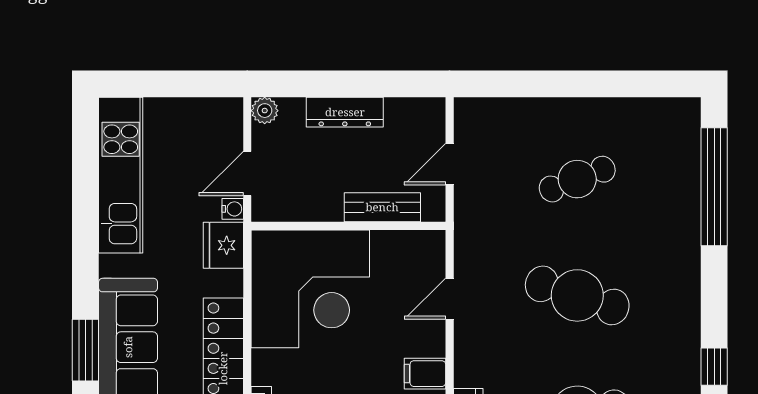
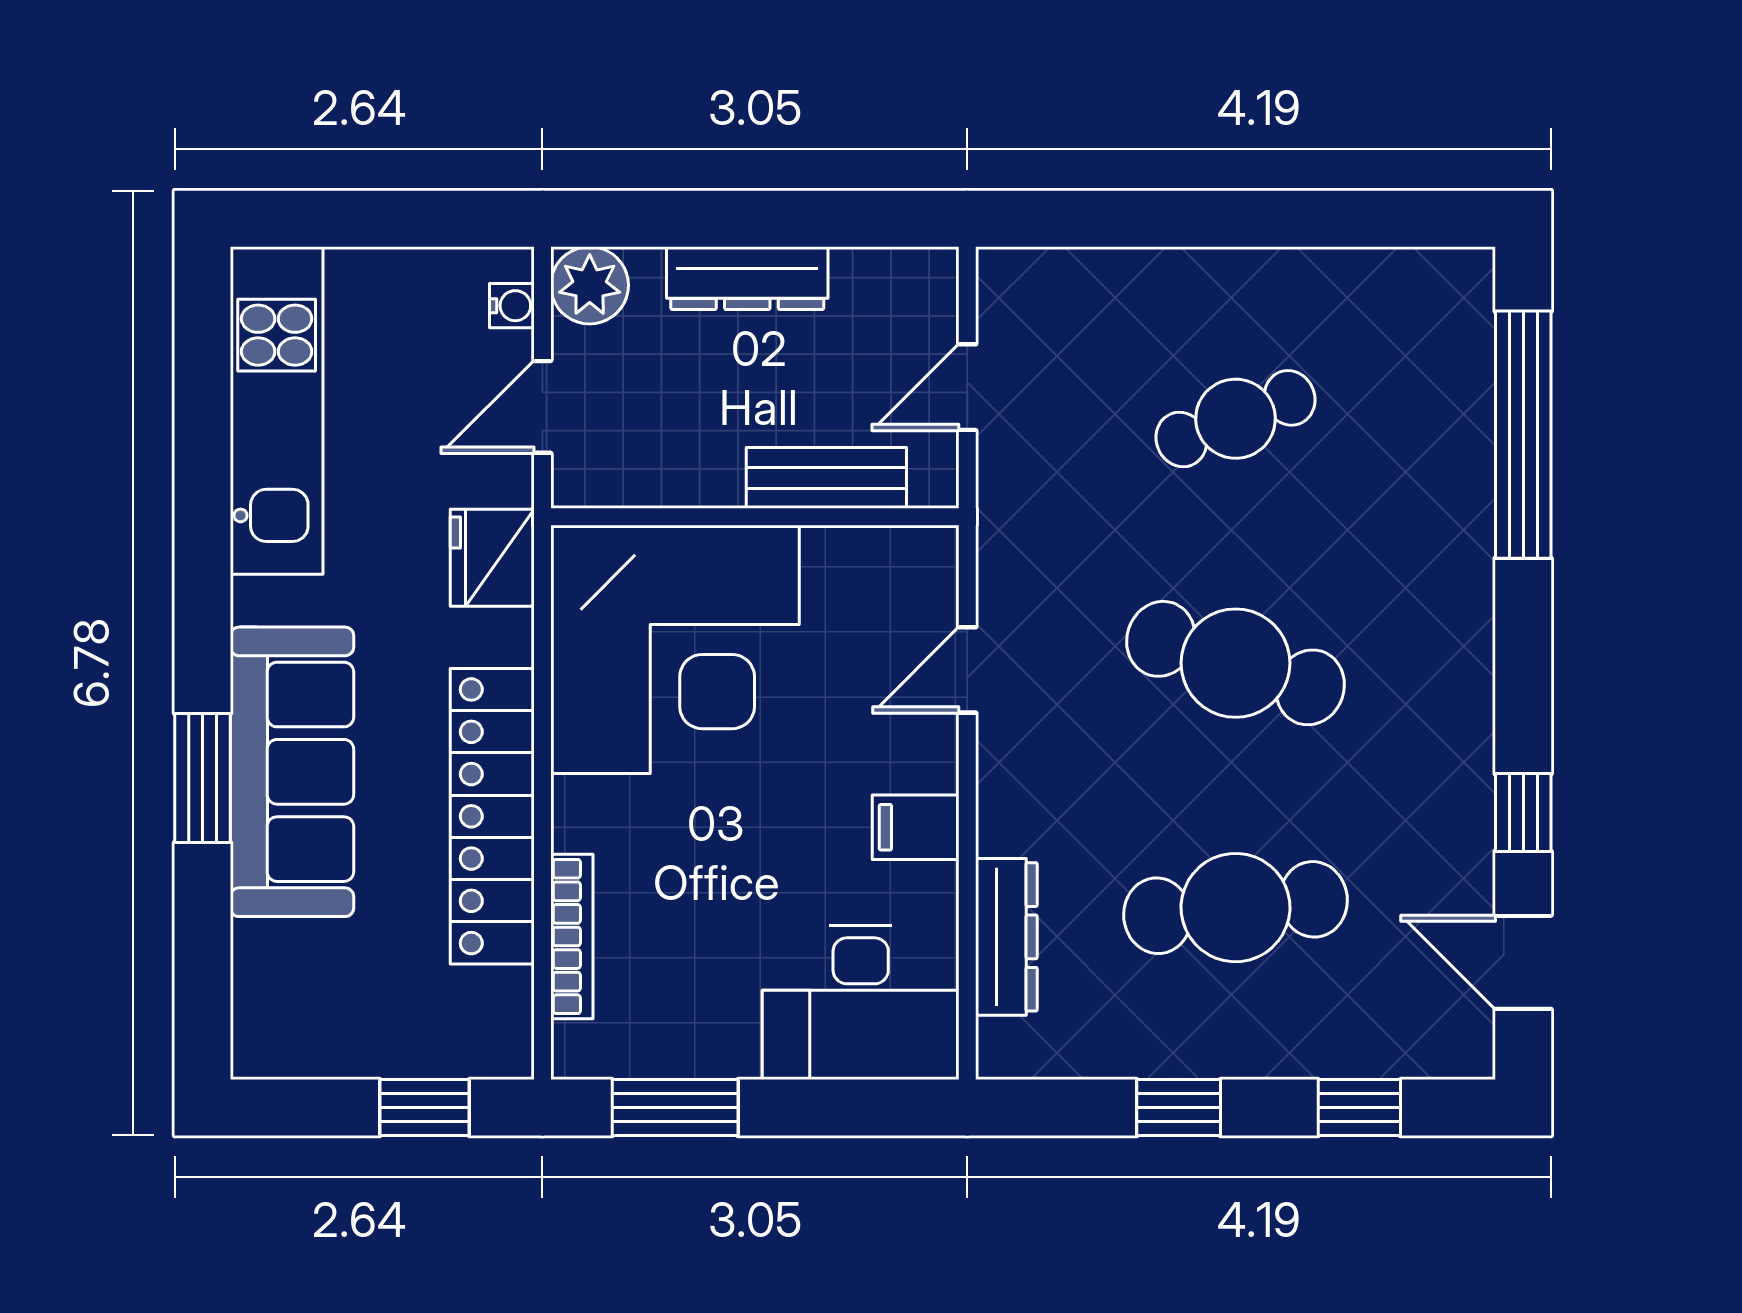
plant: (265, 111) -> (590, 285), width x1.38, depth x1.38
water cooler: (233, 209) -> (512, 306), moved

